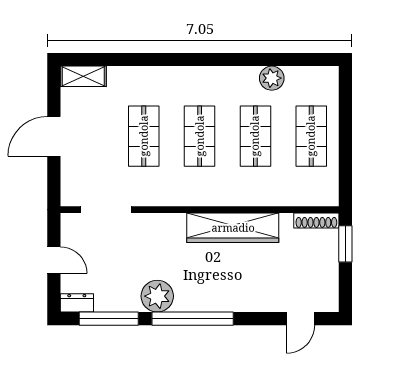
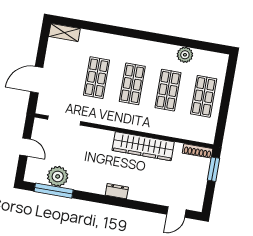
door: (54, 136) -> (37, 80), moved
plant: (157, 296) -> (58, 176), moved
dresser: (77, 303) -> (117, 191), moved
window: (193, 319) -> (107, 200), removed

